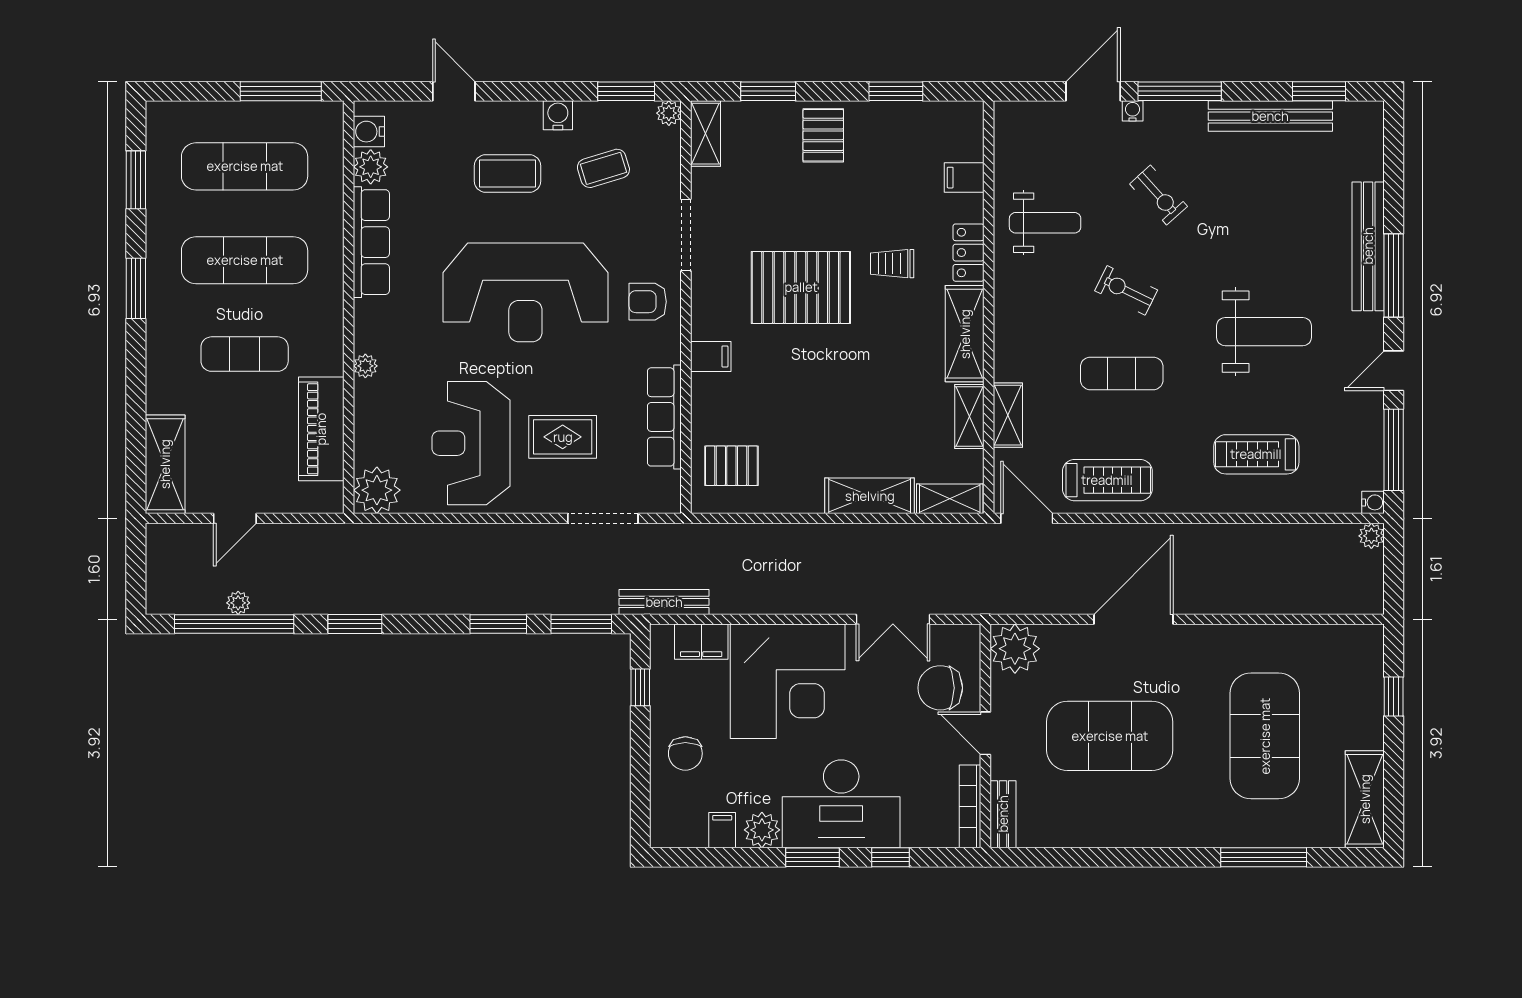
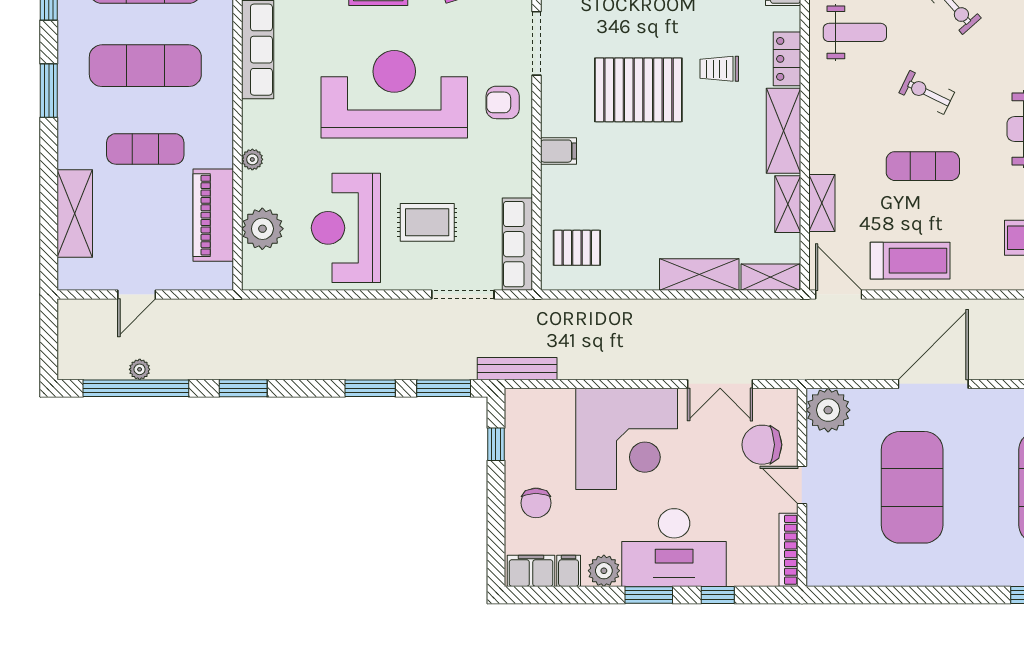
reception desk: (525, 292) -> (394, 94), turned 180
row of seats: (664, 417) -> (517, 244), moved
shelving: (165, 464) -> (75, 214), moved
plant: (377, 490) -> (262, 229), moved
filing cabinet: (701, 642) -> (531, 571), moved, turned 180
exercise mat: (1110, 736) -> (912, 487), turned 90
bench: (1003, 814) -> (818, 557), removed

